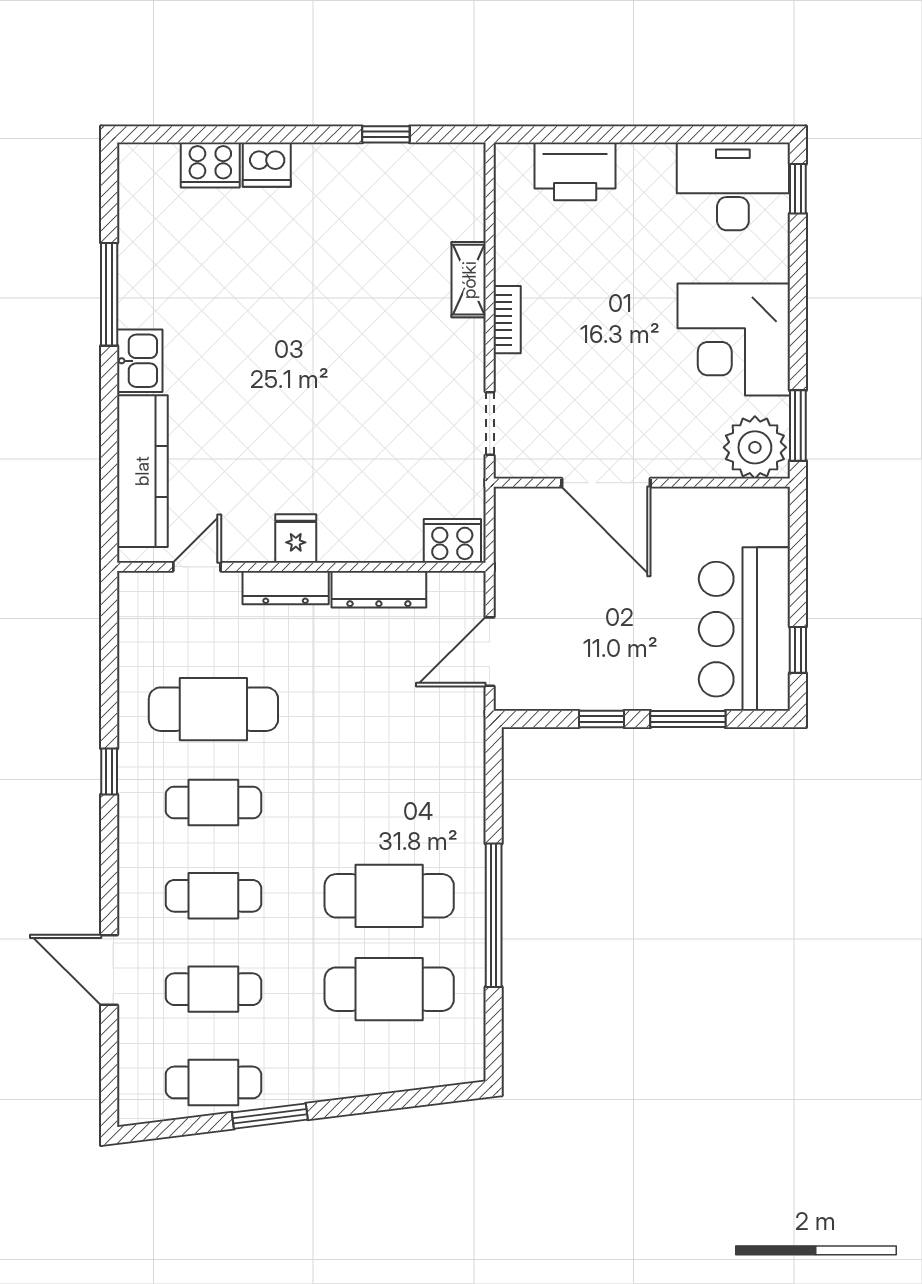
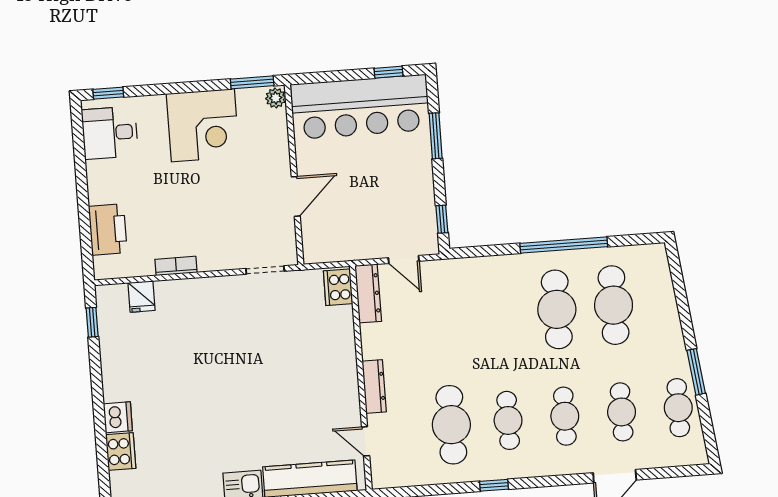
window: (386, 134) -> (92, 322), moved
desk: (733, 186) -> (110, 133), width x0.73
shelving: (469, 280) -> (179, 289), removed
bookcase: (507, 320) -> (176, 266), moved
plant: (755, 447) -> (276, 98), width x0.53, depth x0.53
door: (606, 483) -> (296, 196), width x0.73
fridge: (296, 538) -> (142, 297), moved, turned -90
dresser: (379, 589) -> (368, 293), moved
bar counter: (744, 629) -> (360, 107), width x1.36
door: (490, 652) -> (404, 259), width x0.73
window: (601, 719) -> (442, 219), moved

